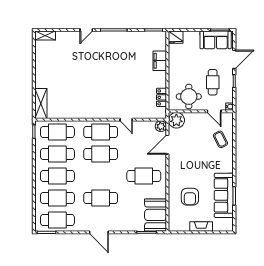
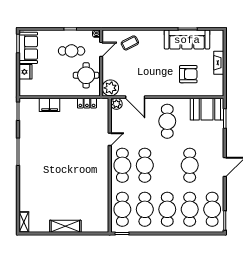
door: (86, 30) -> (18, 180), removed
fridge: (176, 37) -> (25, 72), moved
door: (234, 59) -> (48, 29), removed
shelving: (41, 103) -> (65, 226), moved

